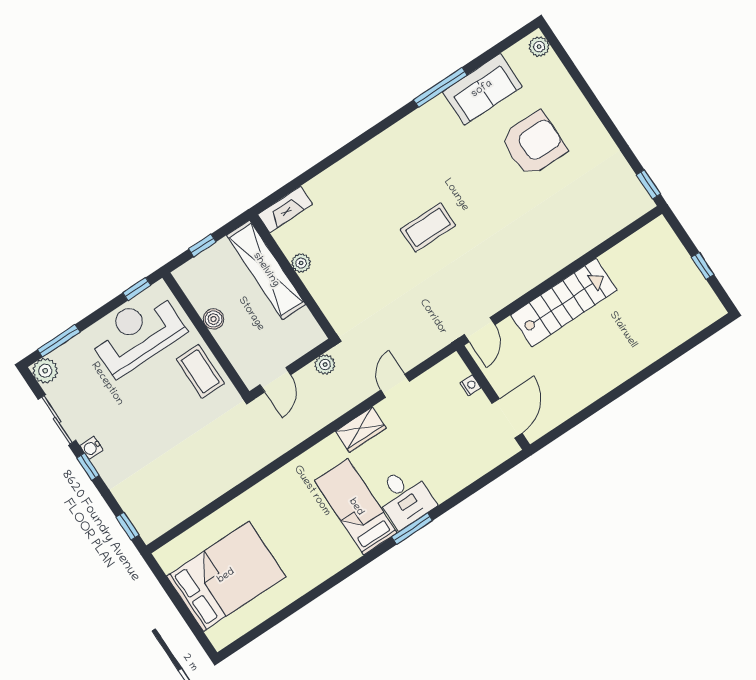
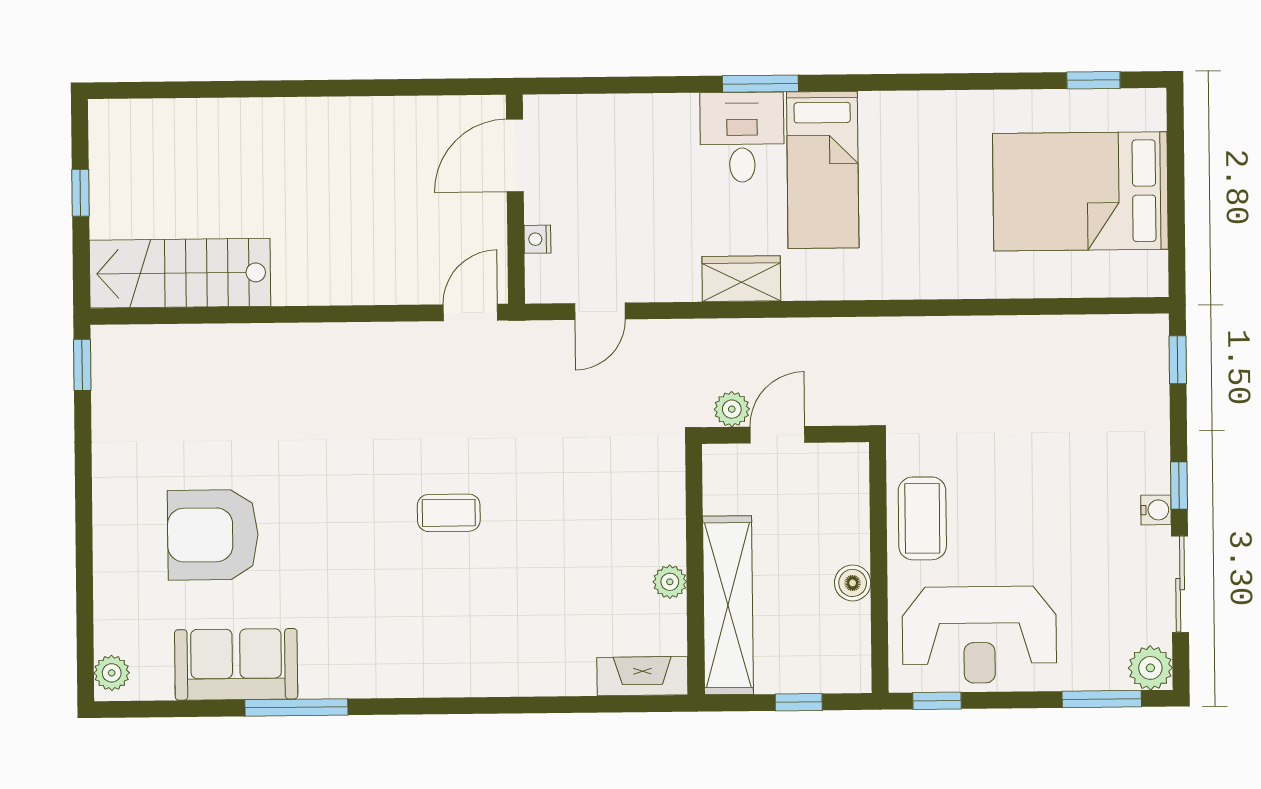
coffee table: (428, 227) -> (449, 513), width x0.73, depth x0.77
stairs: (564, 303) -> (180, 273), moved
door: (275, 380) -> (777, 435), moved
door: (395, 386) -> (600, 311), moved
window: (254, 633) -> (1093, 80), added

